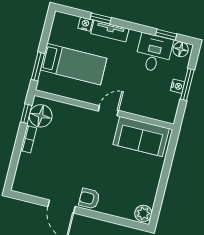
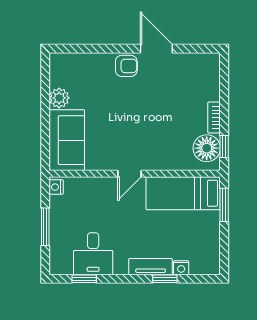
floor lamp: (181, 49) -> (63, 266), removed
bed: (74, 64) -> (183, 193), moved
nightstand: (177, 86) -> (56, 187), moved
sofa: (141, 137) -> (67, 140), moved, turned 90
plant: (143, 213) -> (59, 98), moved

